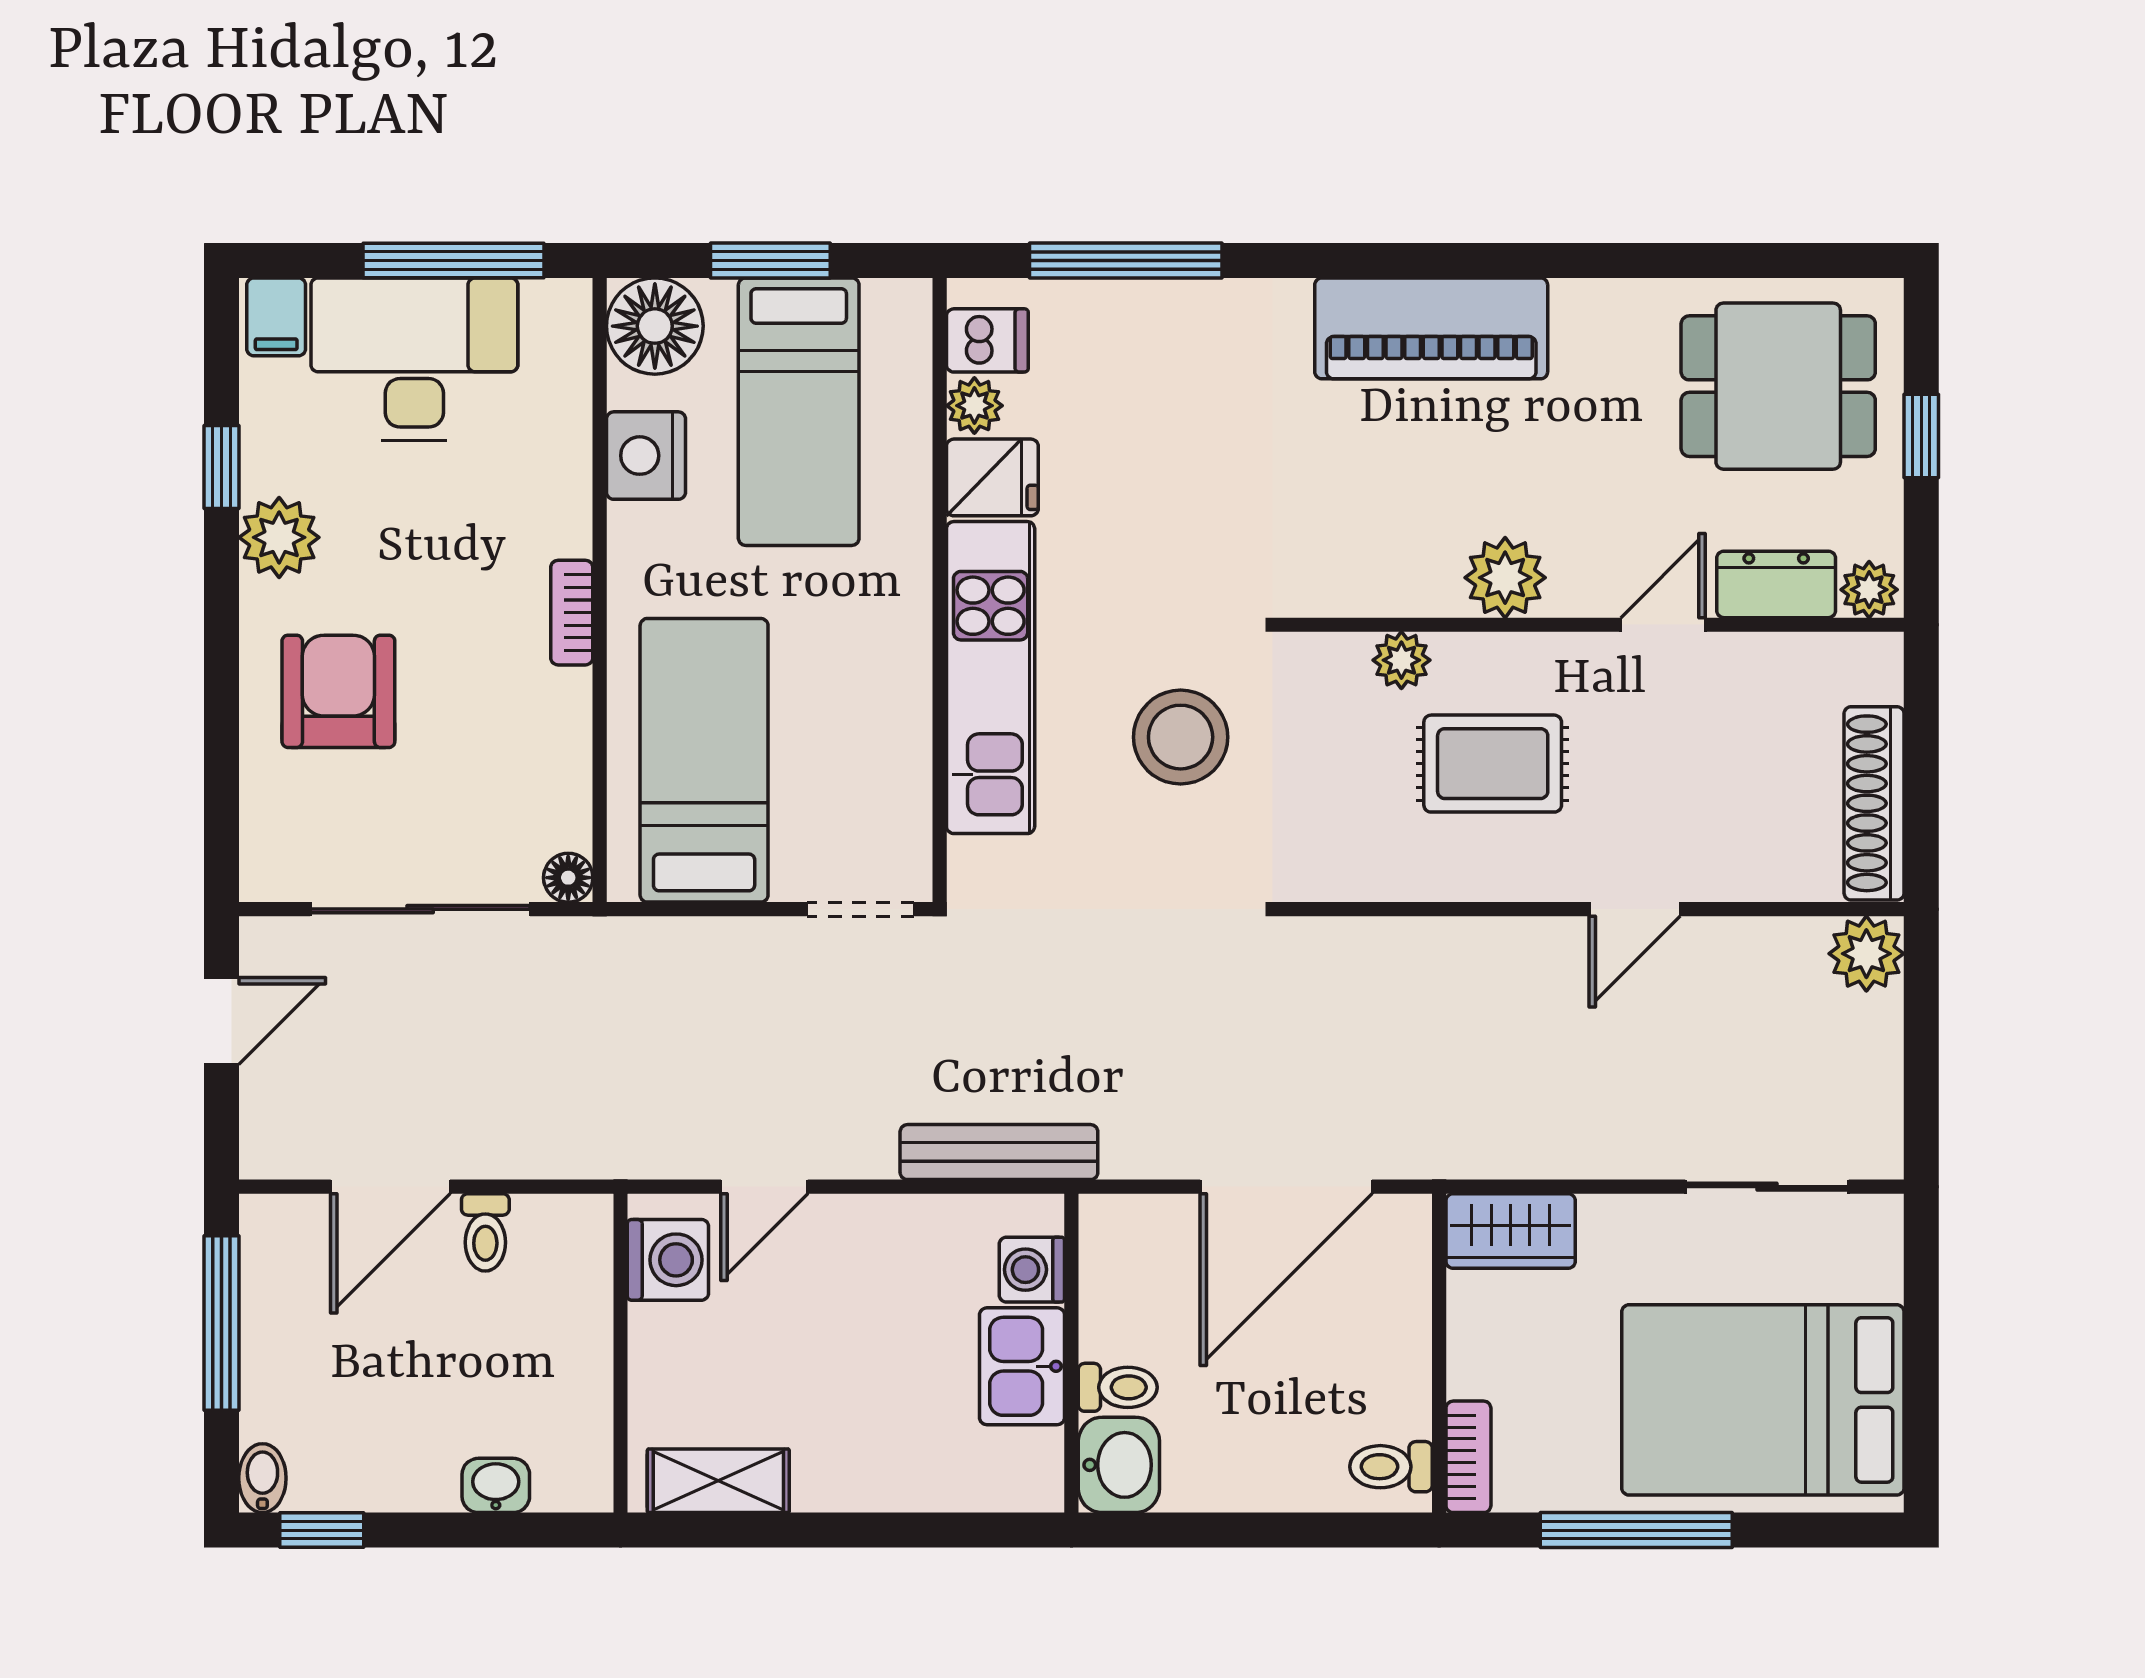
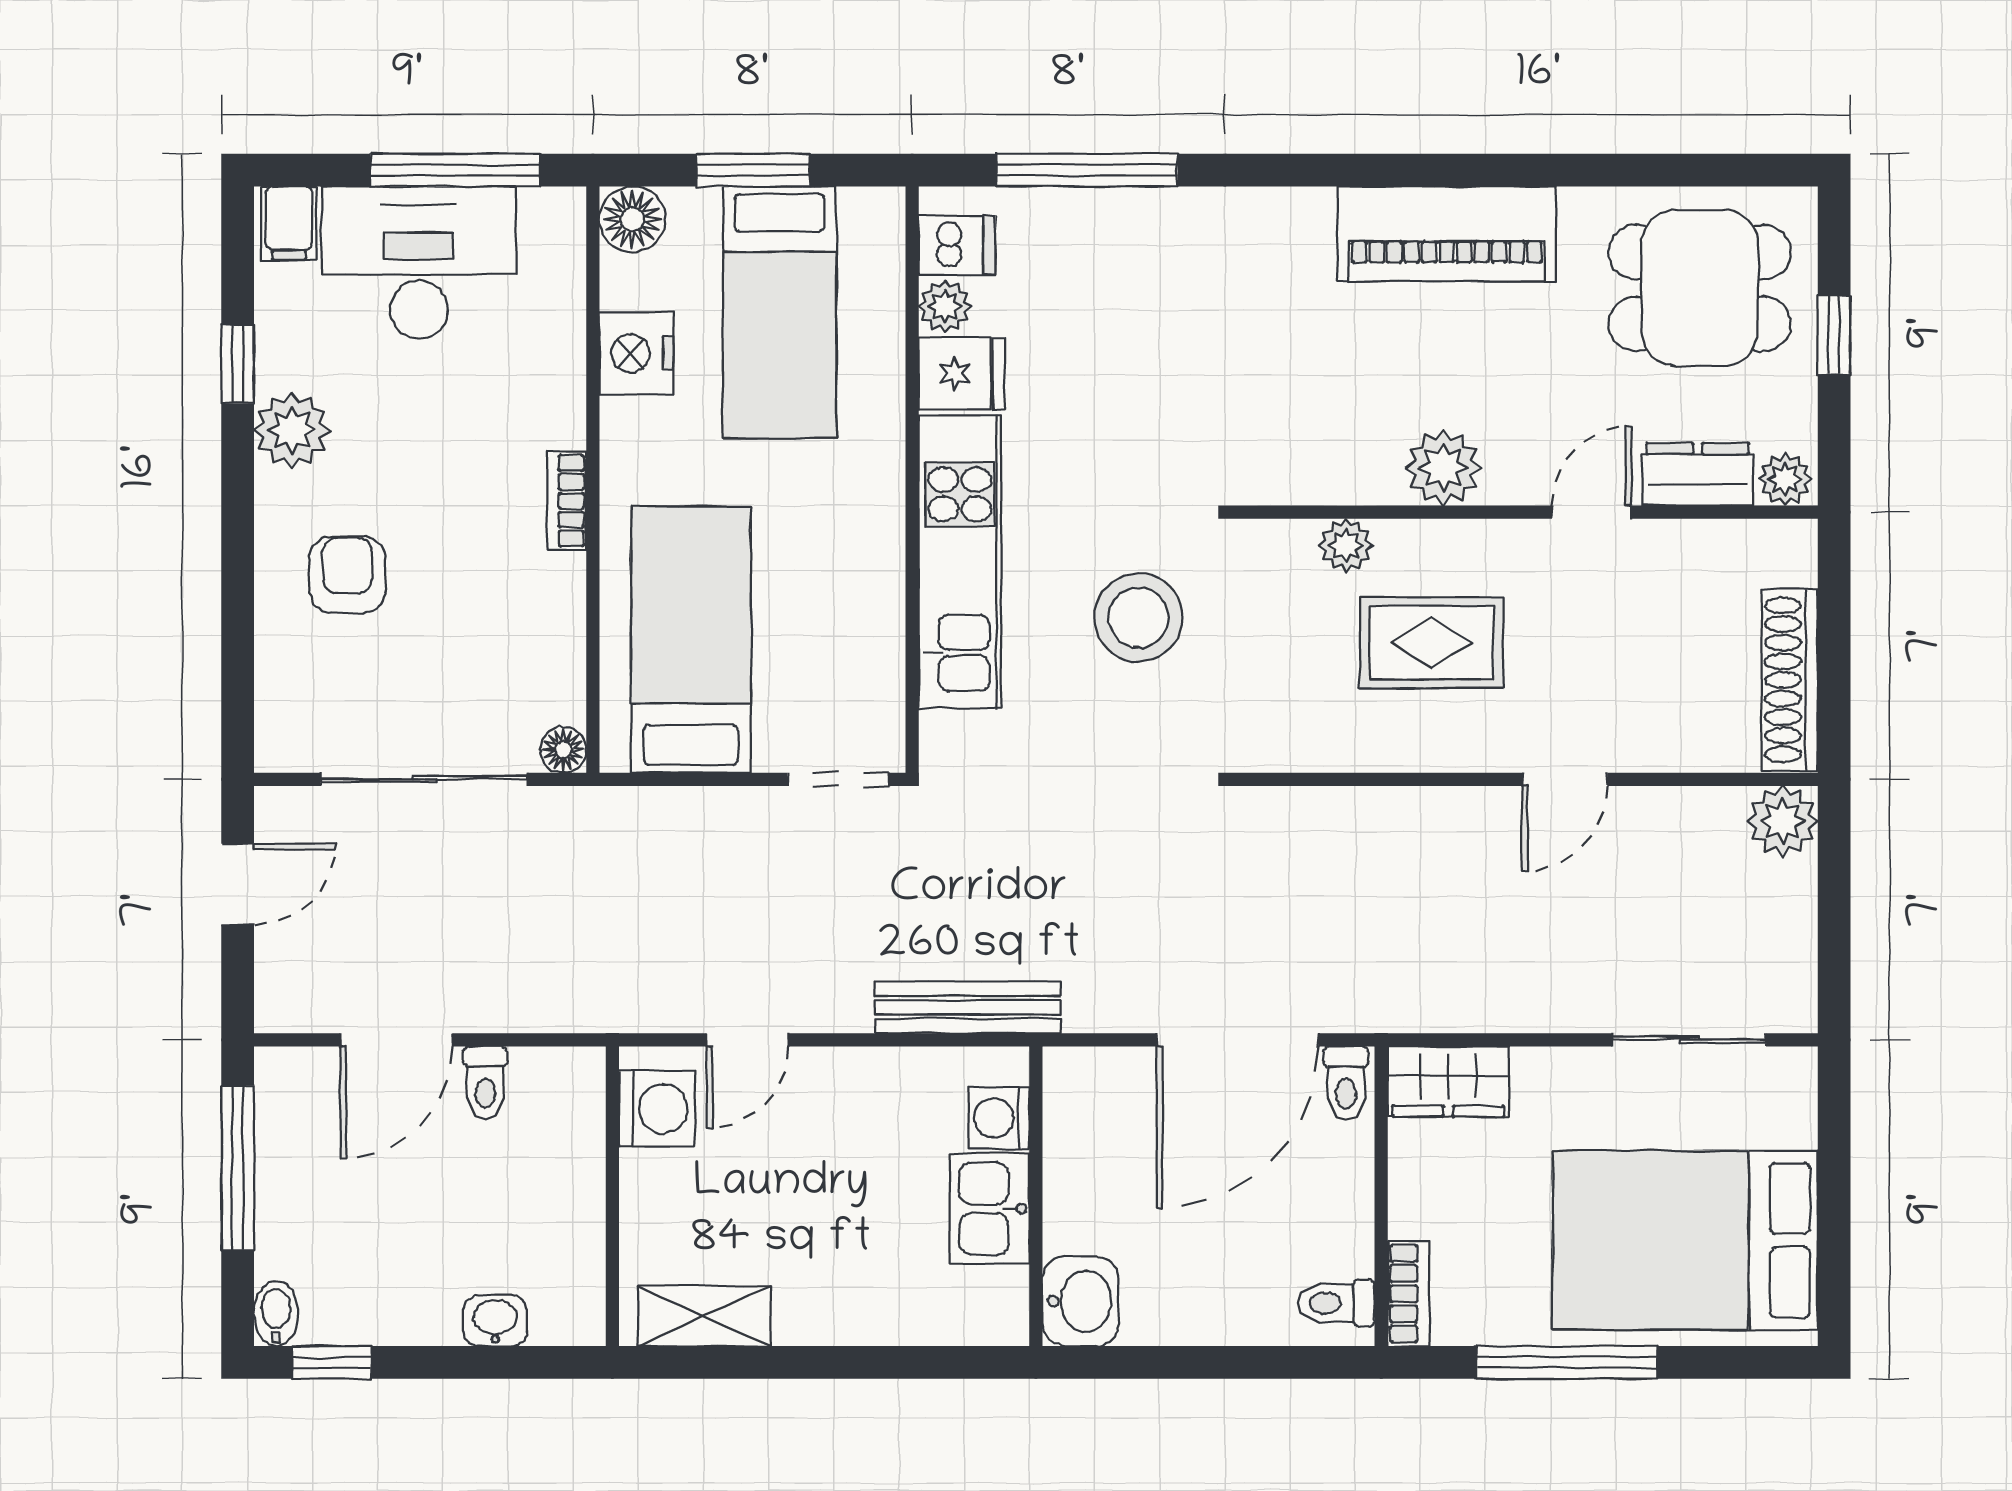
floor lamp: (655, 326) -> (632, 219), width x0.73, depth x0.73
piano: (1431, 328) -> (1447, 234), moved
armchair: (338, 691) -> (347, 575), width x0.72, depth x0.72
toilet: (1118, 1387) -> (1346, 1083), moved, turned 90

